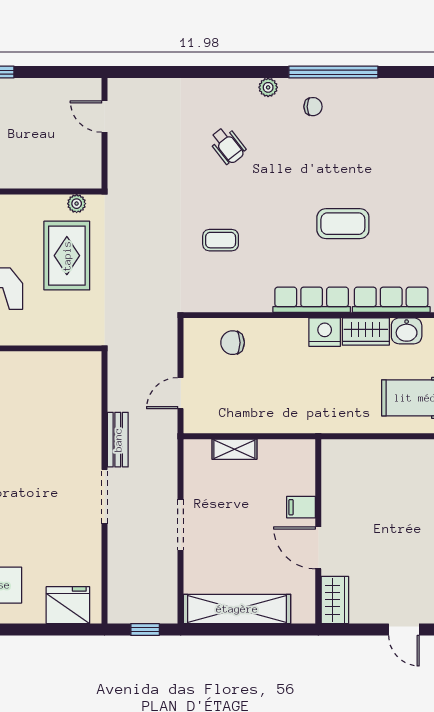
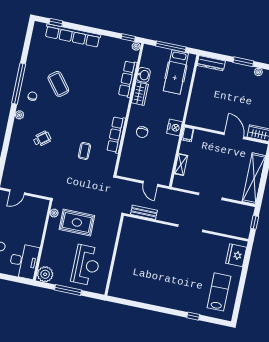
coffee table: (343, 224) -> (58, 84), moved, turned -38
row of seats: (312, 300) -> (116, 135), moved
nightstand: (325, 332) -> (175, 127), moved, turned 180
chair: (233, 343) -> (142, 132), moved
bench: (118, 440) -> (144, 212), moved
filing cabinet: (301, 507) -> (188, 134), moved
door: (318, 548) -> (234, 136), swing flipped

